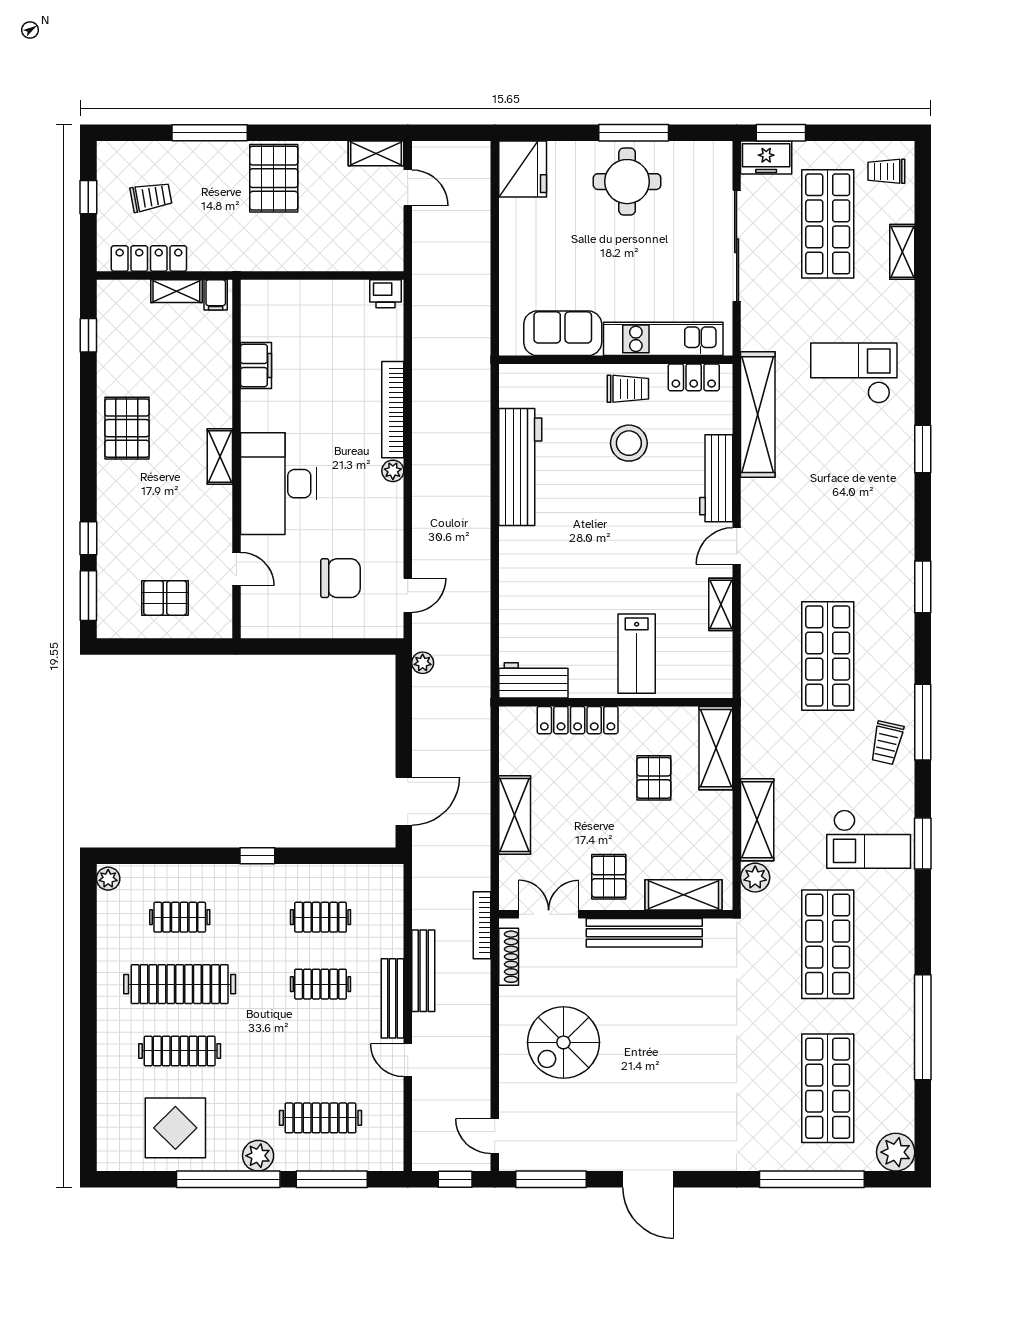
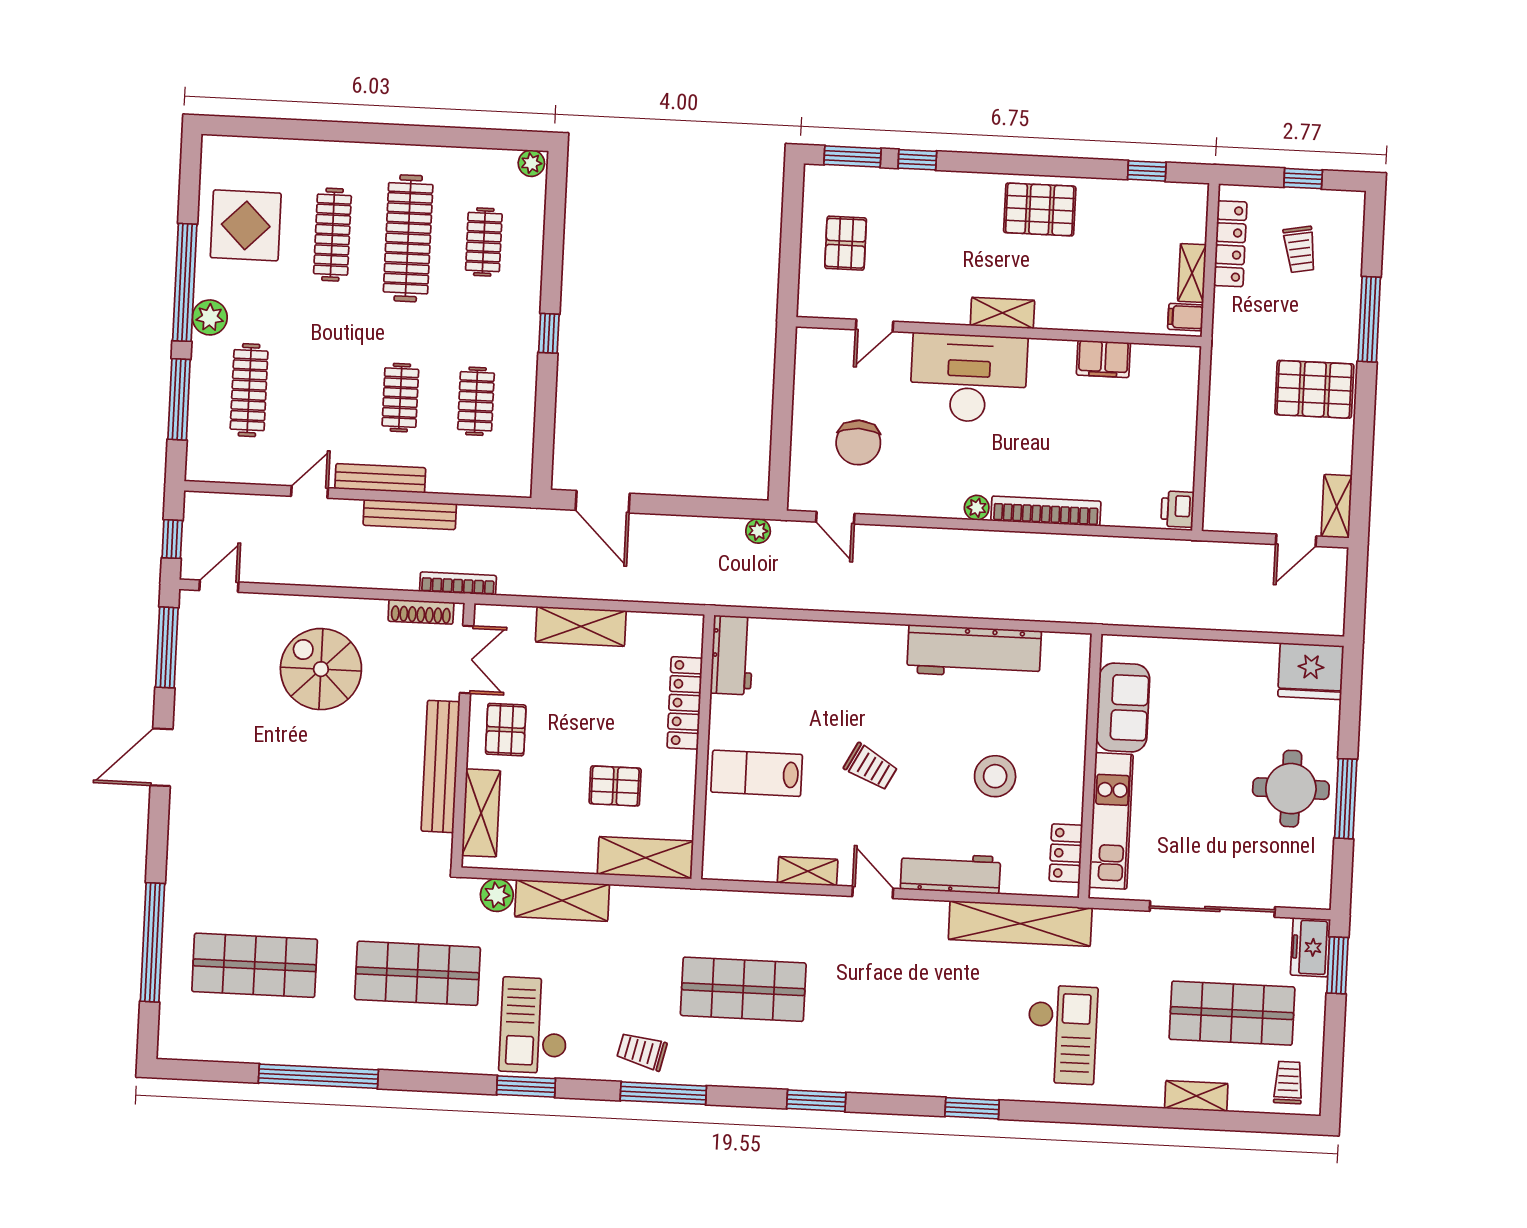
trolley: (628, 389) -> (871, 767), moved, turned -62
pallet: (609, 877) -> (506, 730), turned 90
plant: (896, 1152) -> (178, 1039), removed

